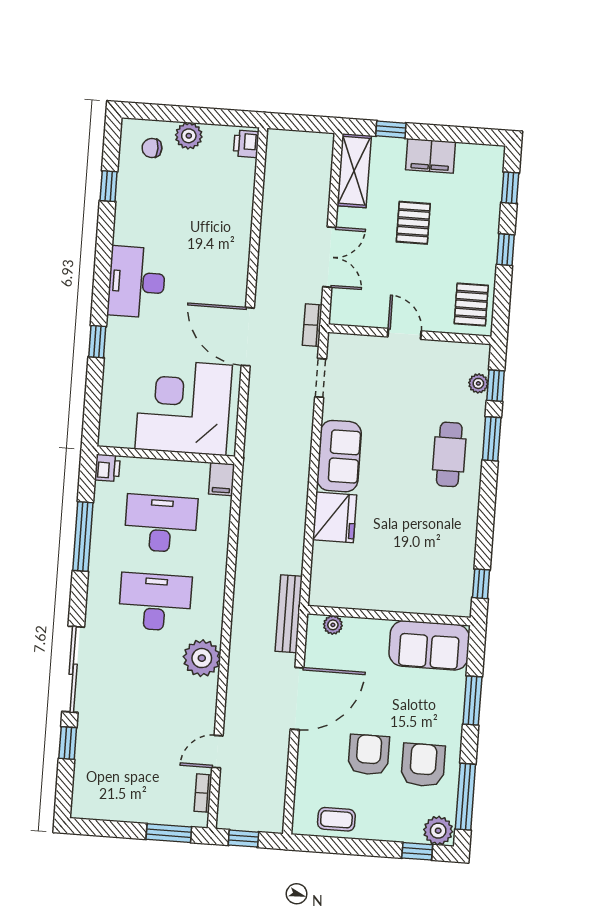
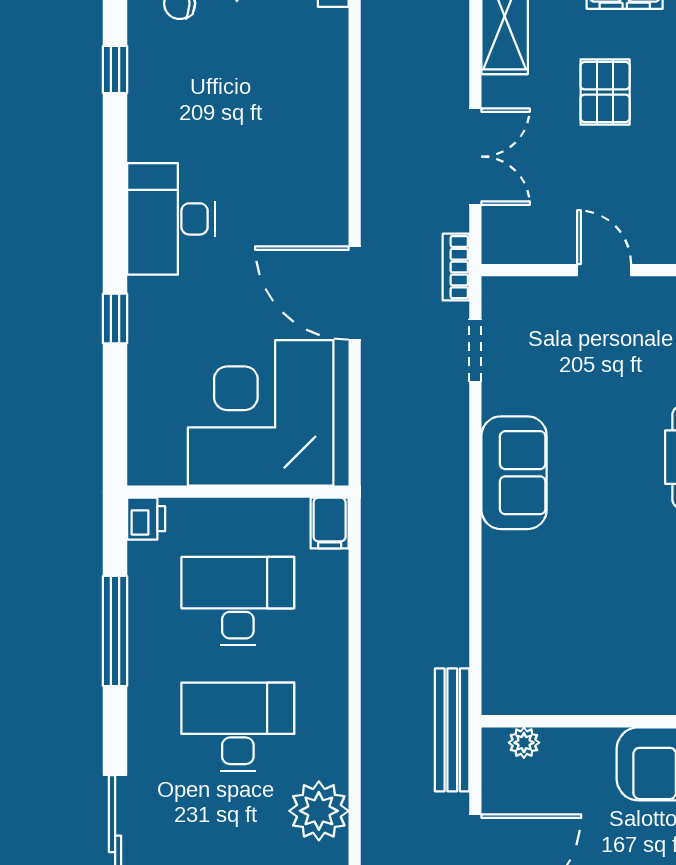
fridge: (335, 517) -> (514, 571), removed

